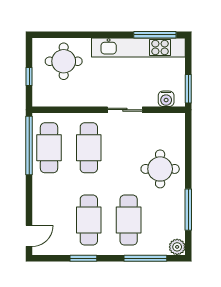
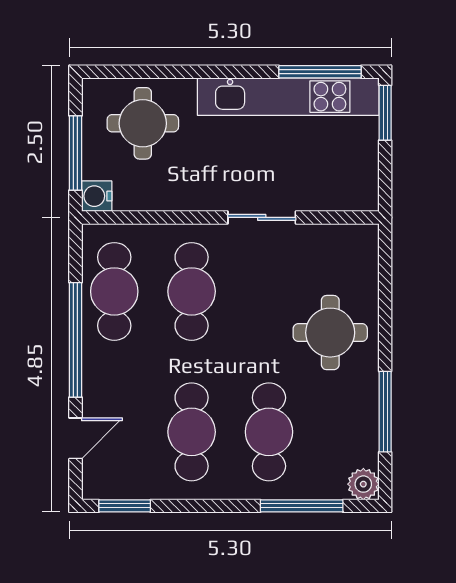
window: (29, 77) -> (75, 153), width x2.17
window: (188, 89) -> (385, 113), moved
water cooler: (166, 99) -> (97, 196), moved, turned 90
window: (29, 146) -> (75, 340), moved
door: (29, 236) -> (75, 438), moved
window: (83, 258) -> (125, 506), moved

